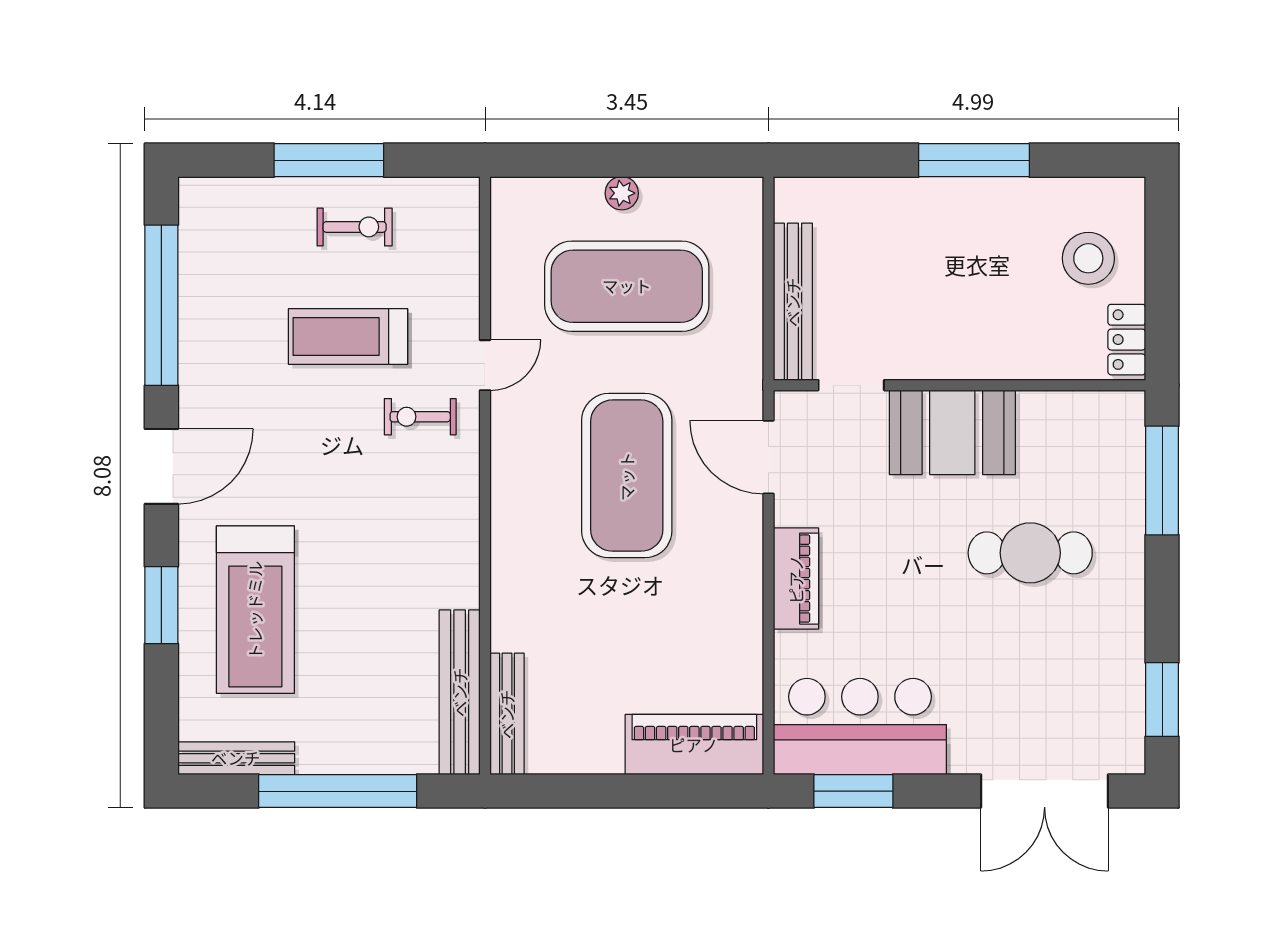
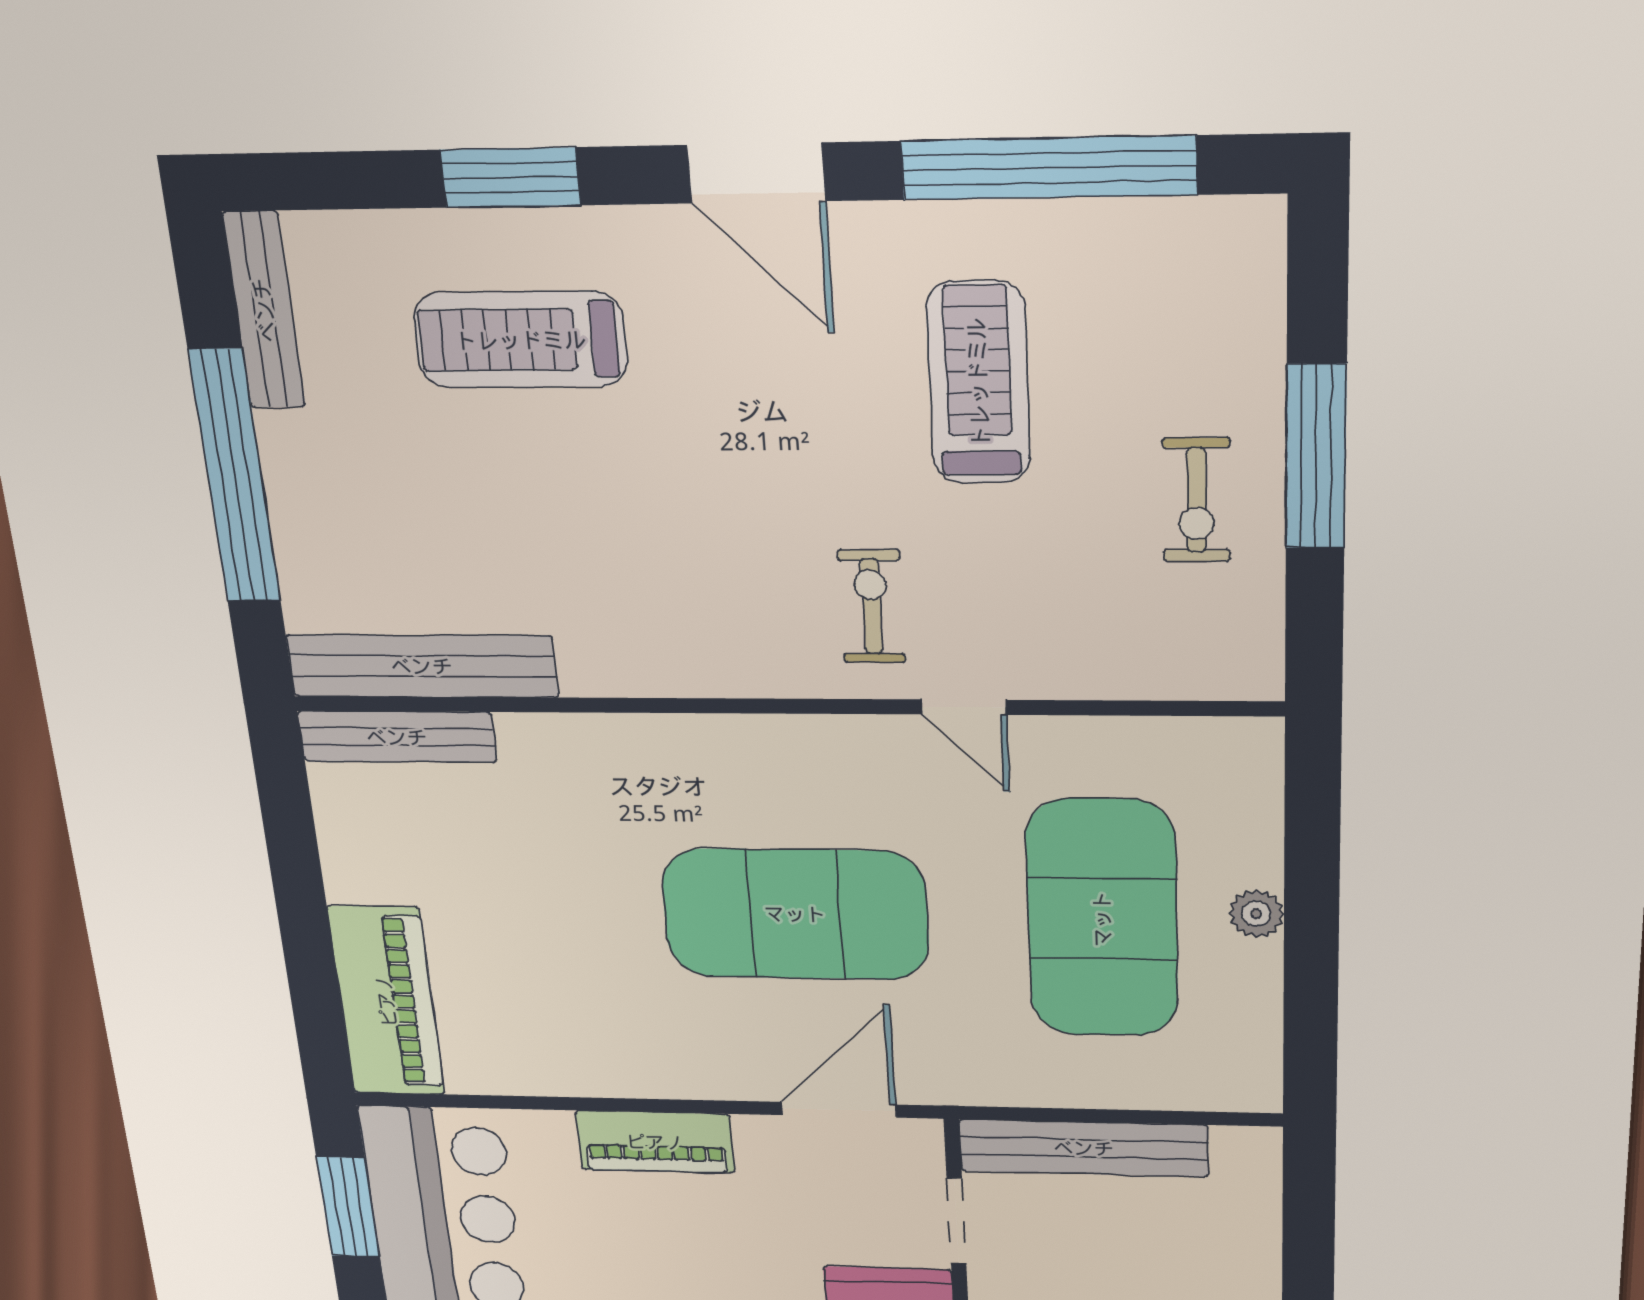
treadmill: (348, 337) -> (978, 383), moved
treadmill: (255, 610) -> (520, 340), width x0.73, depth x0.73

